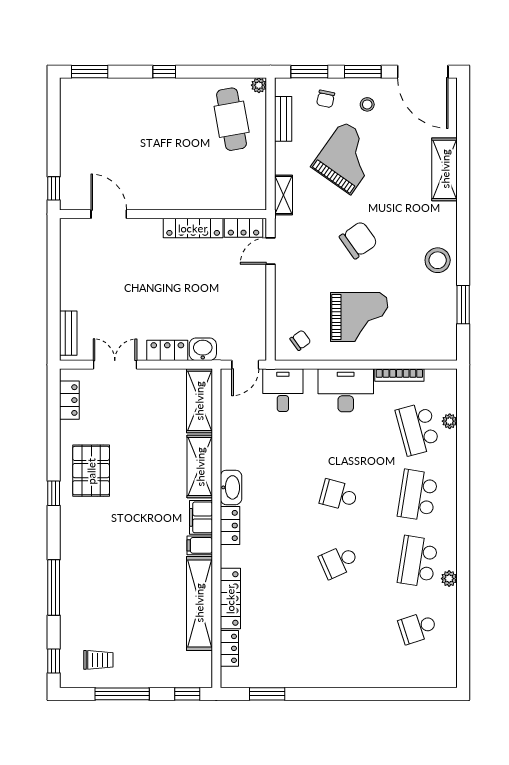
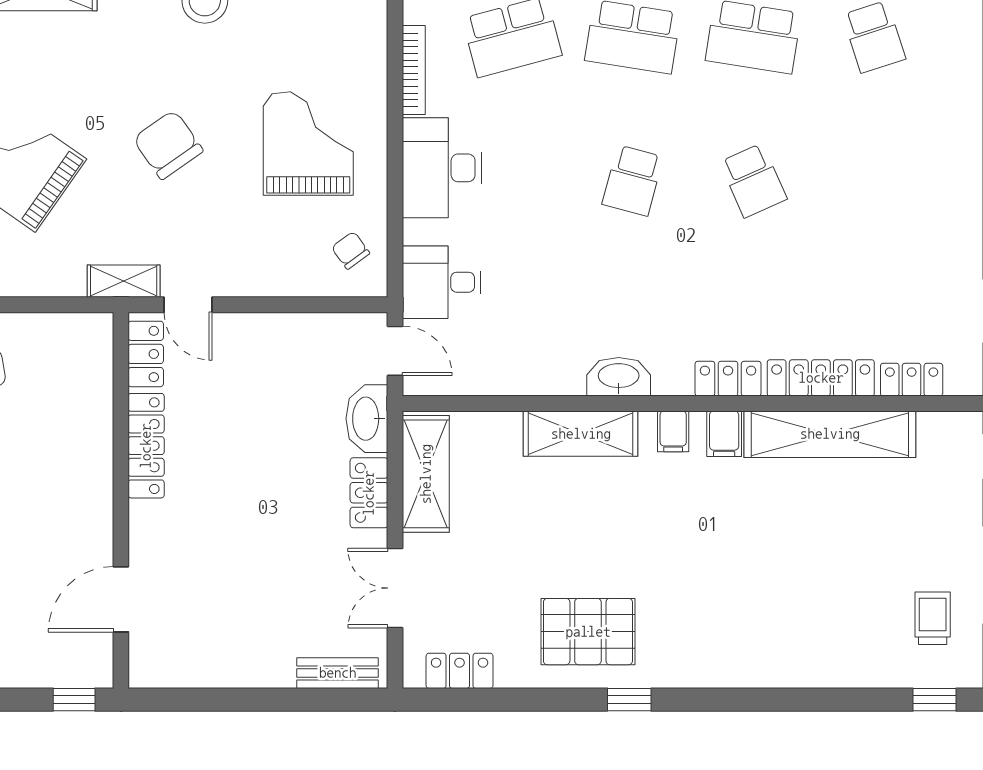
shelving: (283, 195) -> (124, 281), moved
washbasin: (203, 349) -> (367, 419), width x1.38
shelving: (199, 401) -> (426, 474), moved, turned 90
filing cabinet: (201, 517) -> (673, 431), width x0.50
locker: (230, 526) -> (728, 379), moved
window: (54, 588) -> (801, 700), removed

